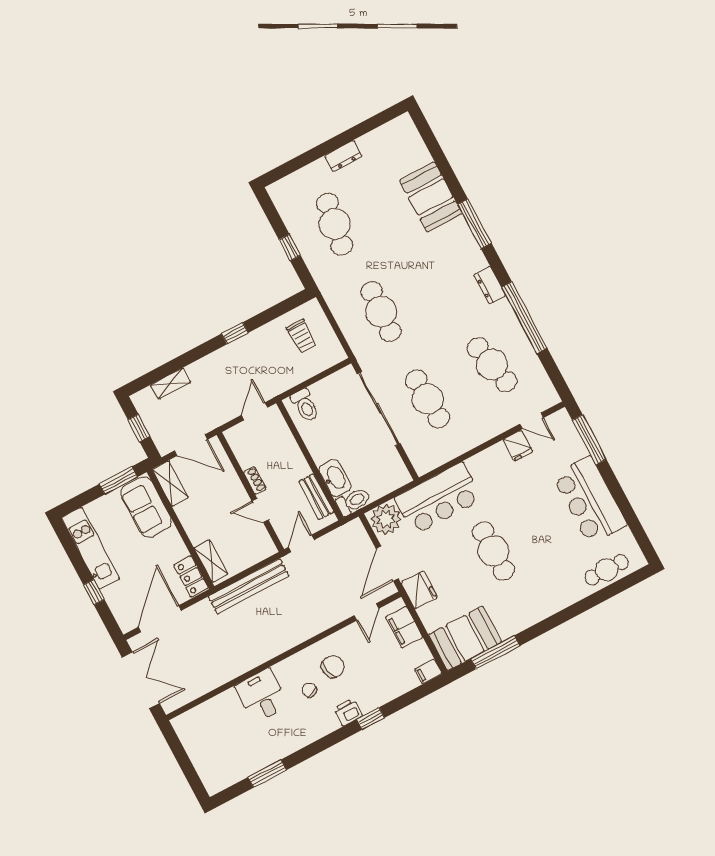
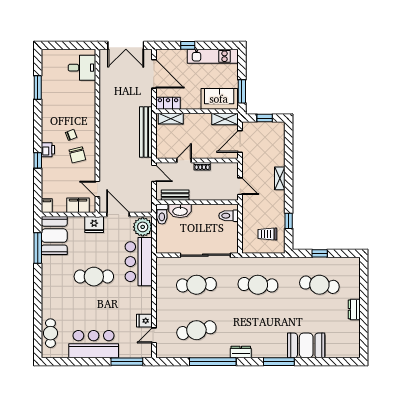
window: (235, 333) -> (289, 221), moved
shelving: (171, 384) -> (280, 178), moved
desk: (262, 696) -> (82, 68), moved

